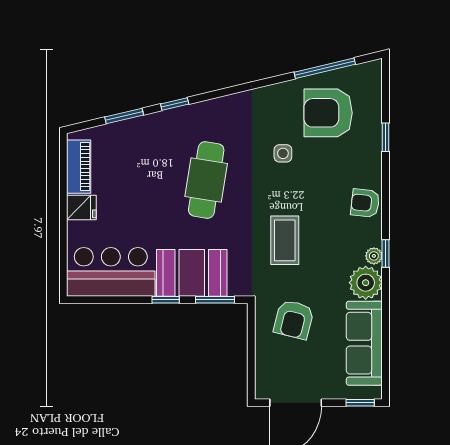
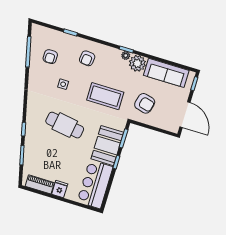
armchair: (328, 113) -> (50, 57), width x0.53, depth x0.53
armchair: (365, 203) -> (87, 58), moved
coffee table: (285, 240) -> (105, 96), width x1.36, depth x1.32

